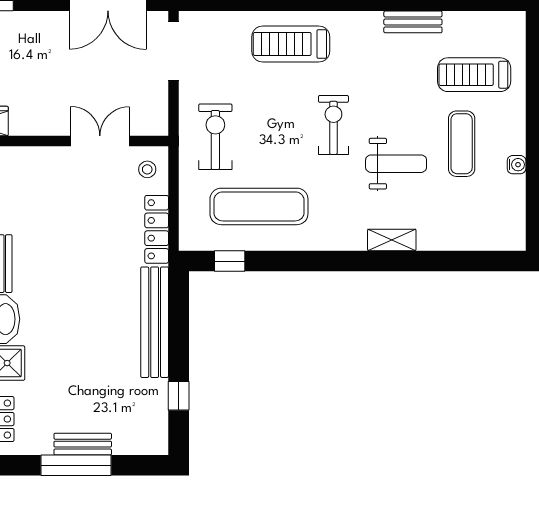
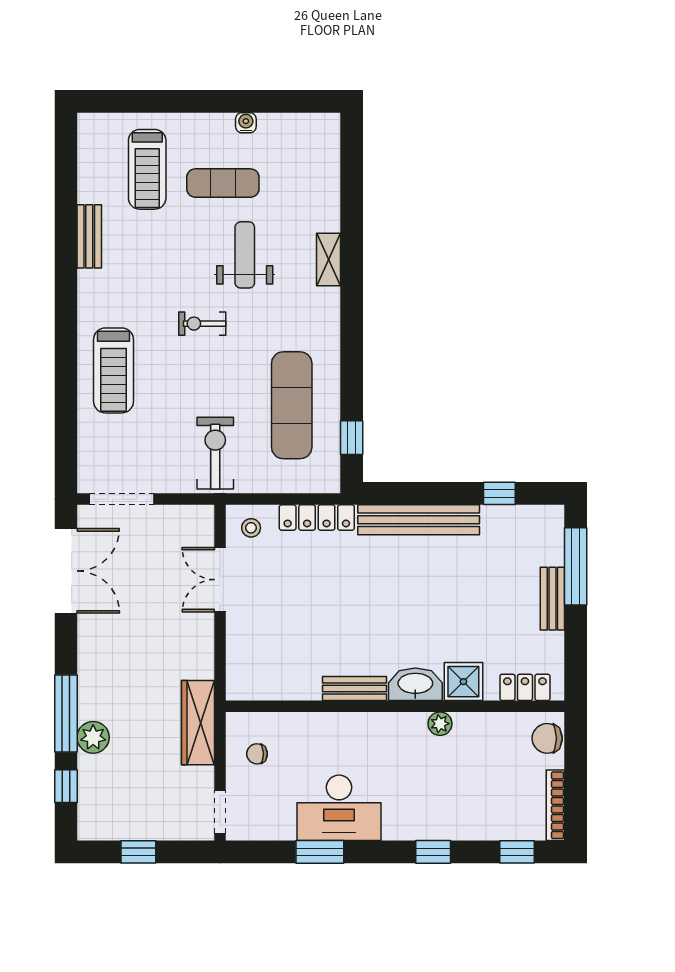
exercise bike: (333, 125) -> (202, 324), width x0.73, depth x0.72
exercise bike: (215, 137) -> (215, 453), turned 90
window: (76, 465) -> (576, 566), moved

